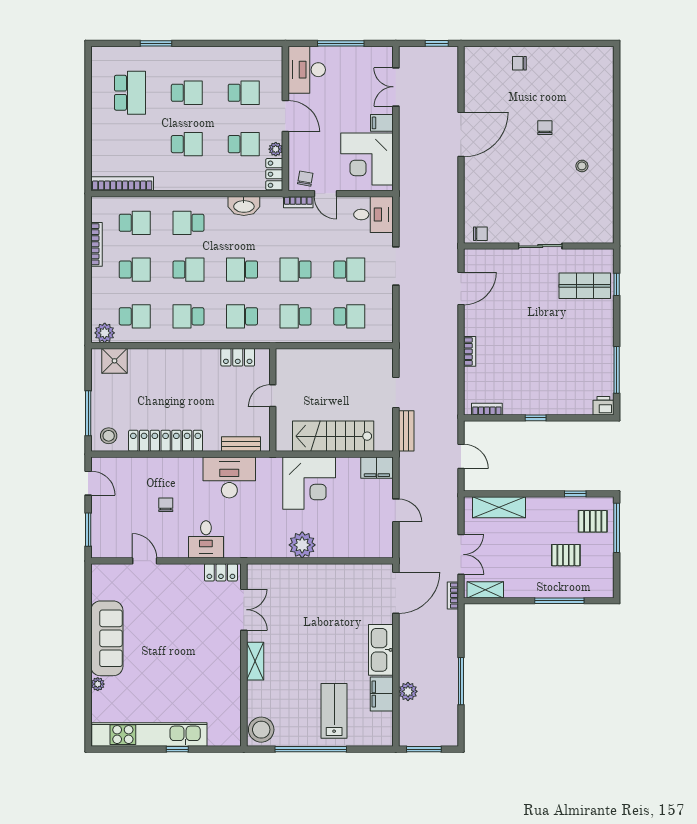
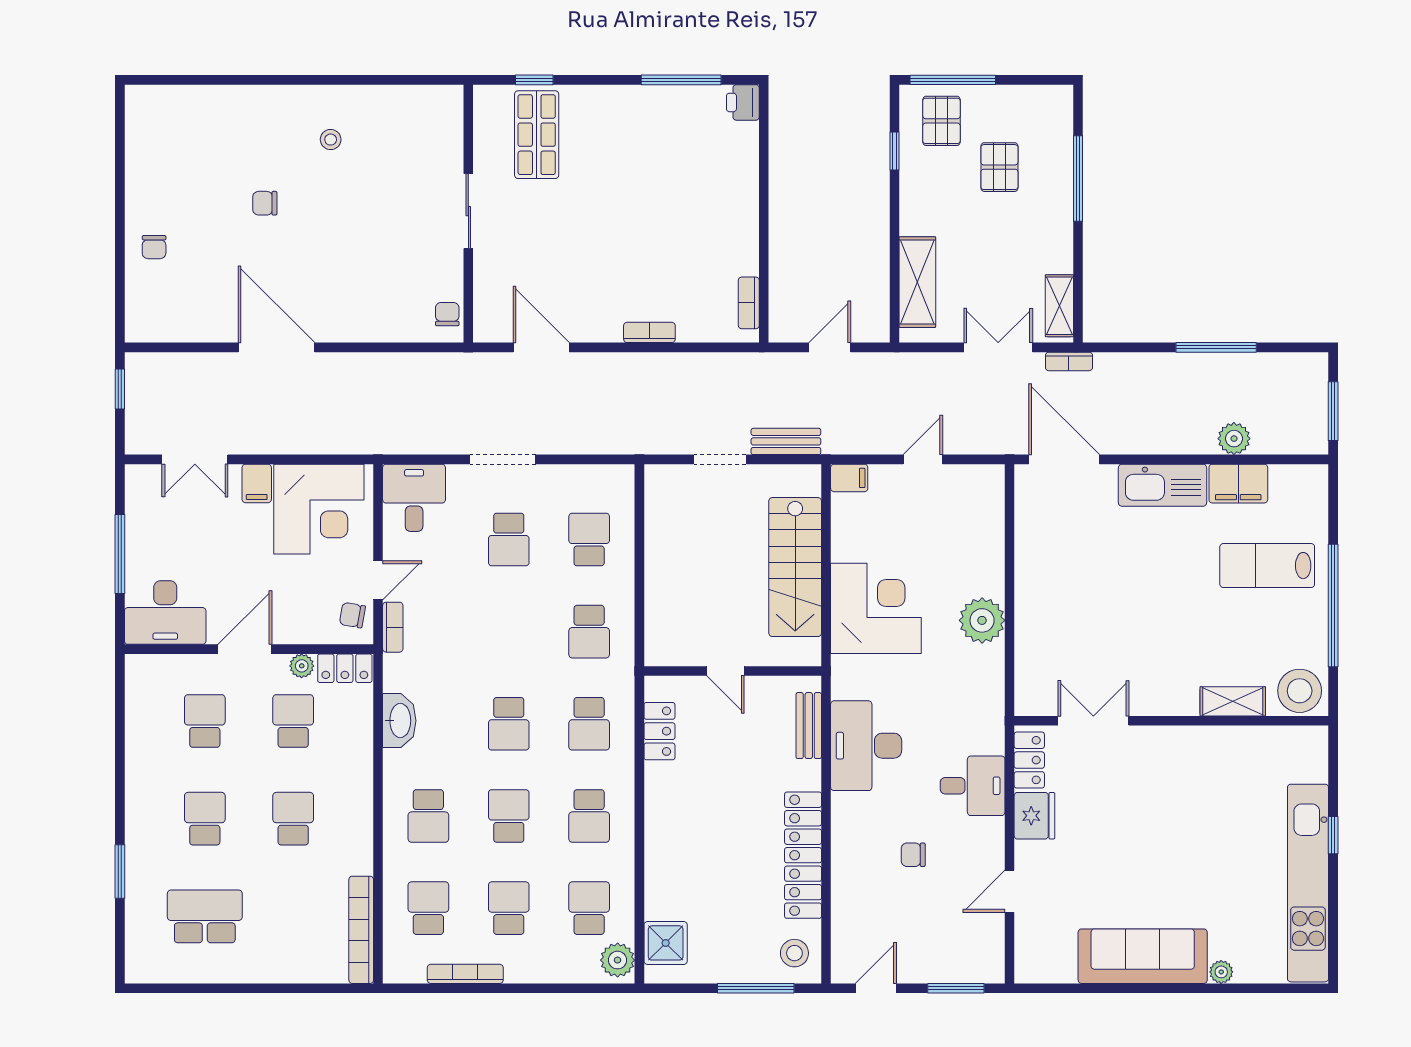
school desk: (296, 270) -> (509, 632), removed
school desk: (349, 270) -> (509, 540), turned 180
window: (536, 418) -> (764, 219), removed
filing cabinet: (377, 468) -> (849, 478), width x0.50
fridge: (189, 575) -> (1034, 816), added
shelving: (255, 661) -> (1233, 701), moved

